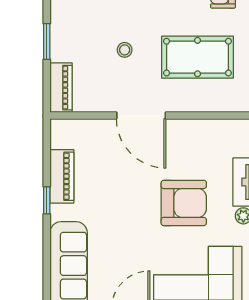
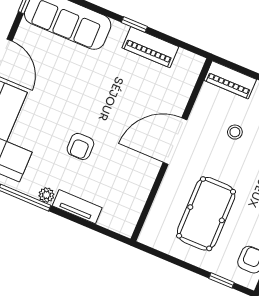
stool: (125, 50) -> (235, 132), moved
armchair: (184, 203) -> (80, 146), width x0.53, depth x0.53

